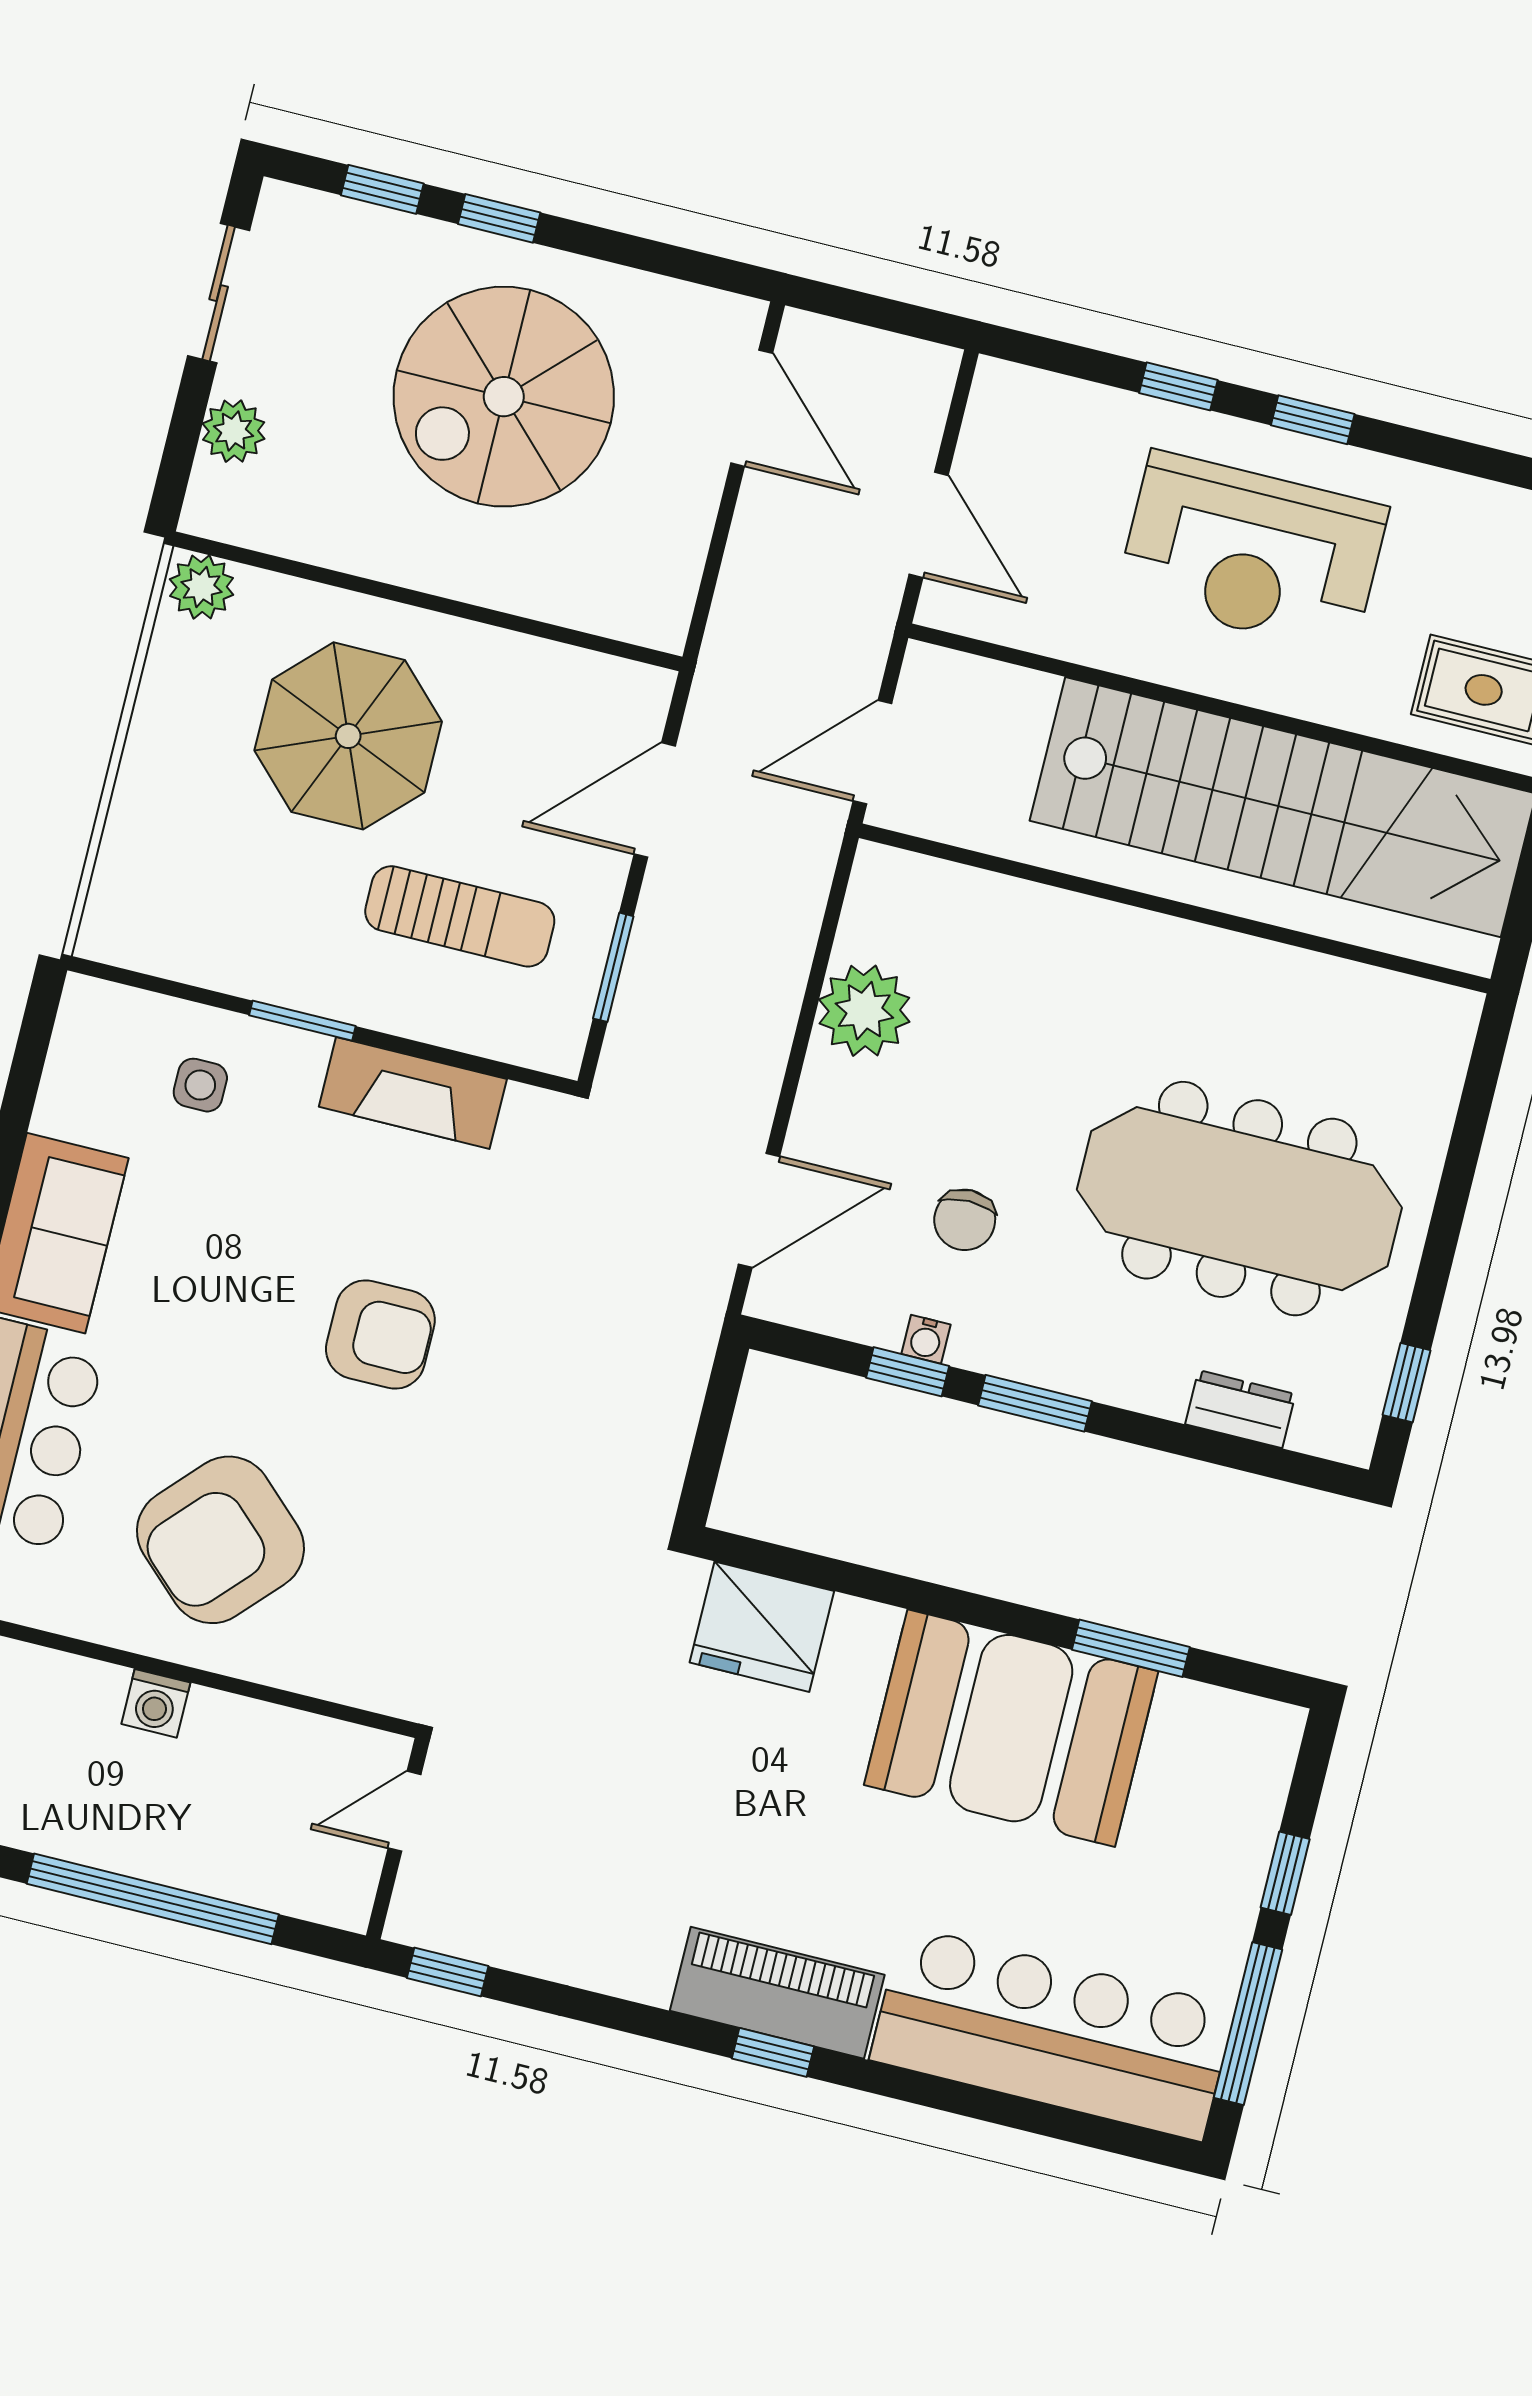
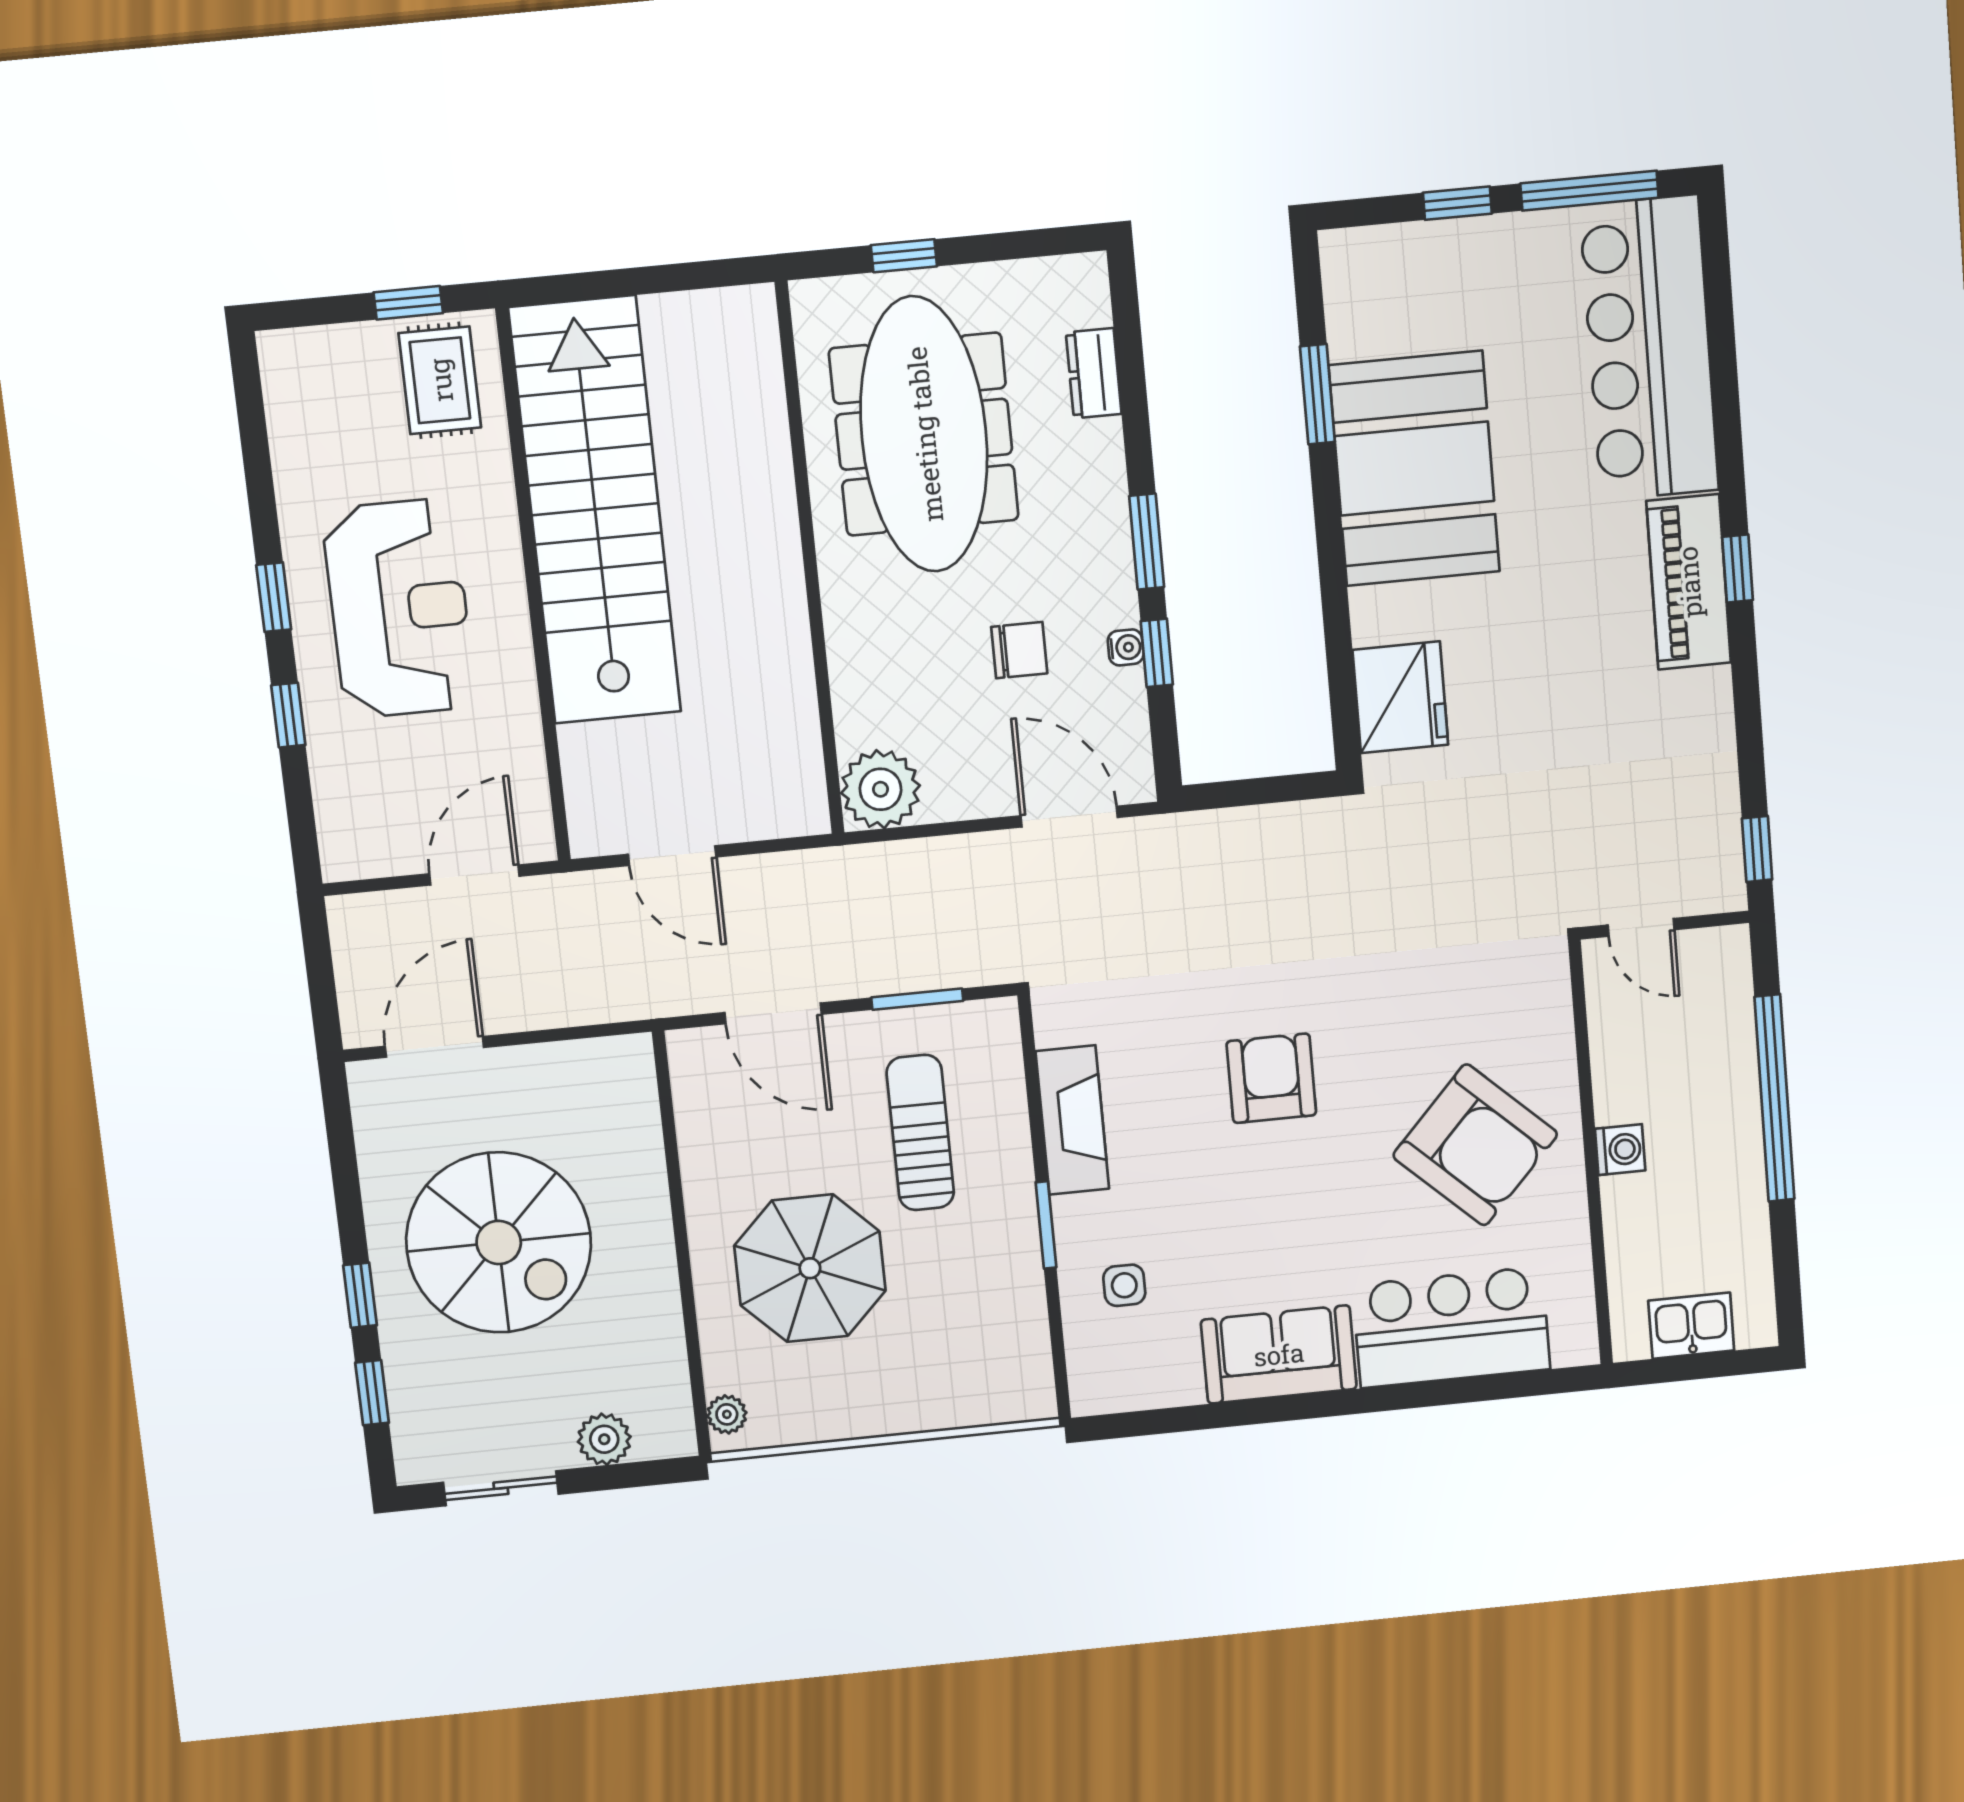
plant: (202, 587) -> (727, 1414), width x0.73, depth x0.73
wall: (1175, 908) -> (810, 560), moved
window: (1407, 1383) -> (904, 256), moved

